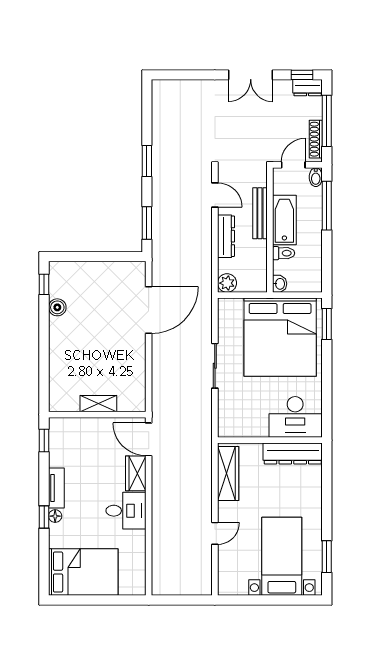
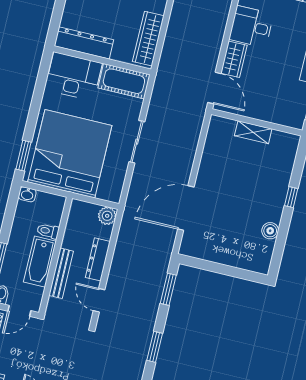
window: (44, 284) -> (291, 197), moved
washbasin: (280, 284) -> (27, 194), moved, turned -90
cot: (243, 424) -> (124, 81), added

